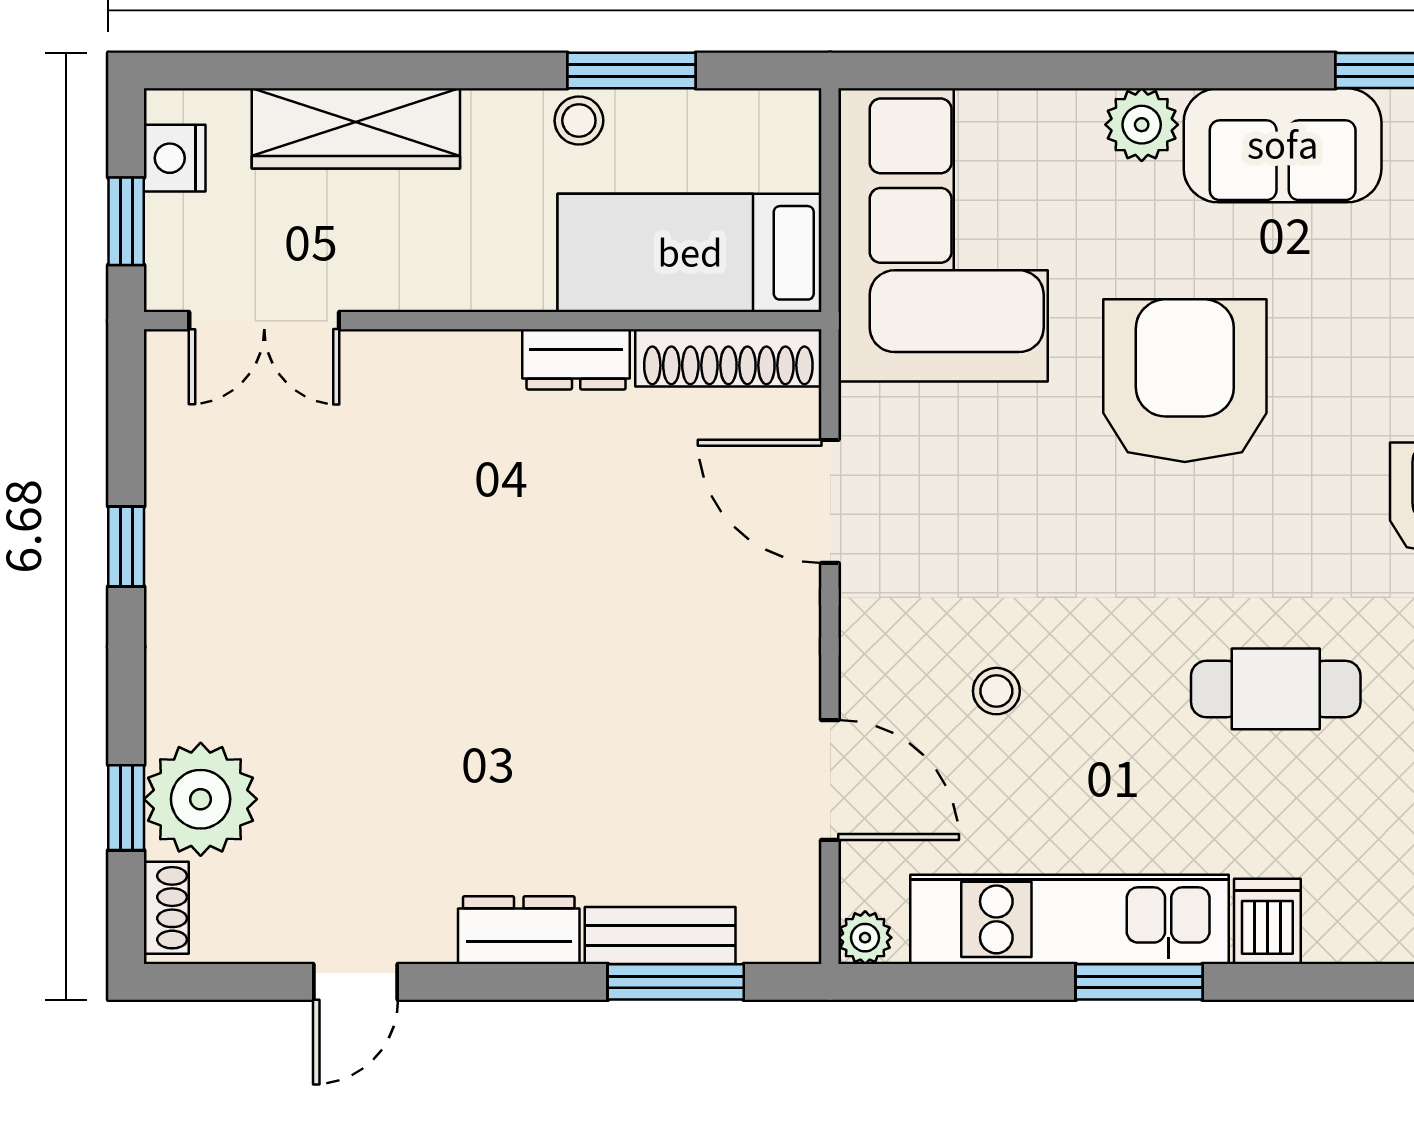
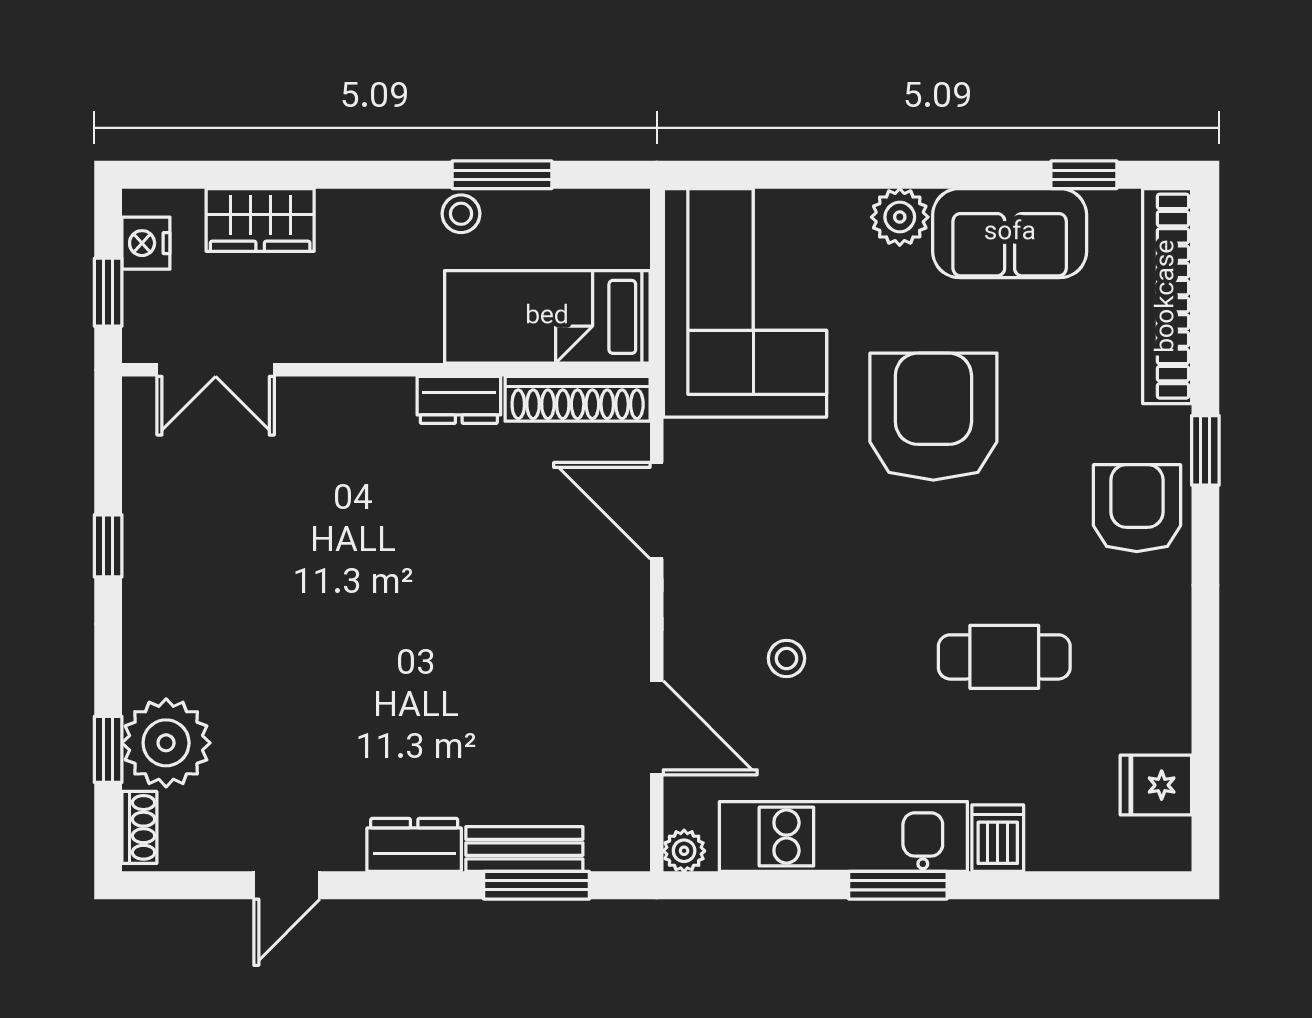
wardrobe: (356, 128) -> (260, 220), width x0.67

